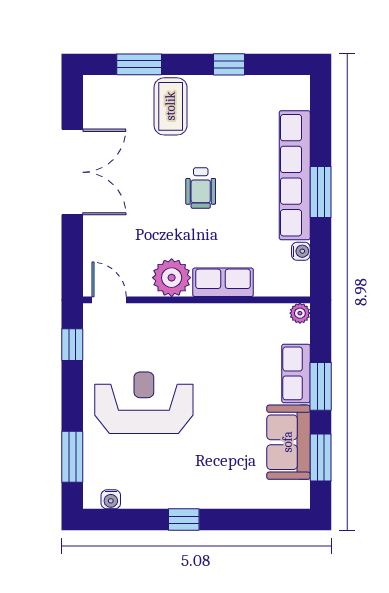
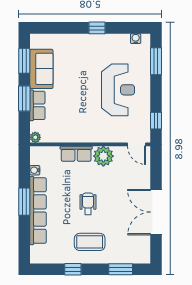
coffee table: (171, 106) -> (90, 242), moved, turned 90
reception desk: (144, 403) -> (118, 90), turned -90

